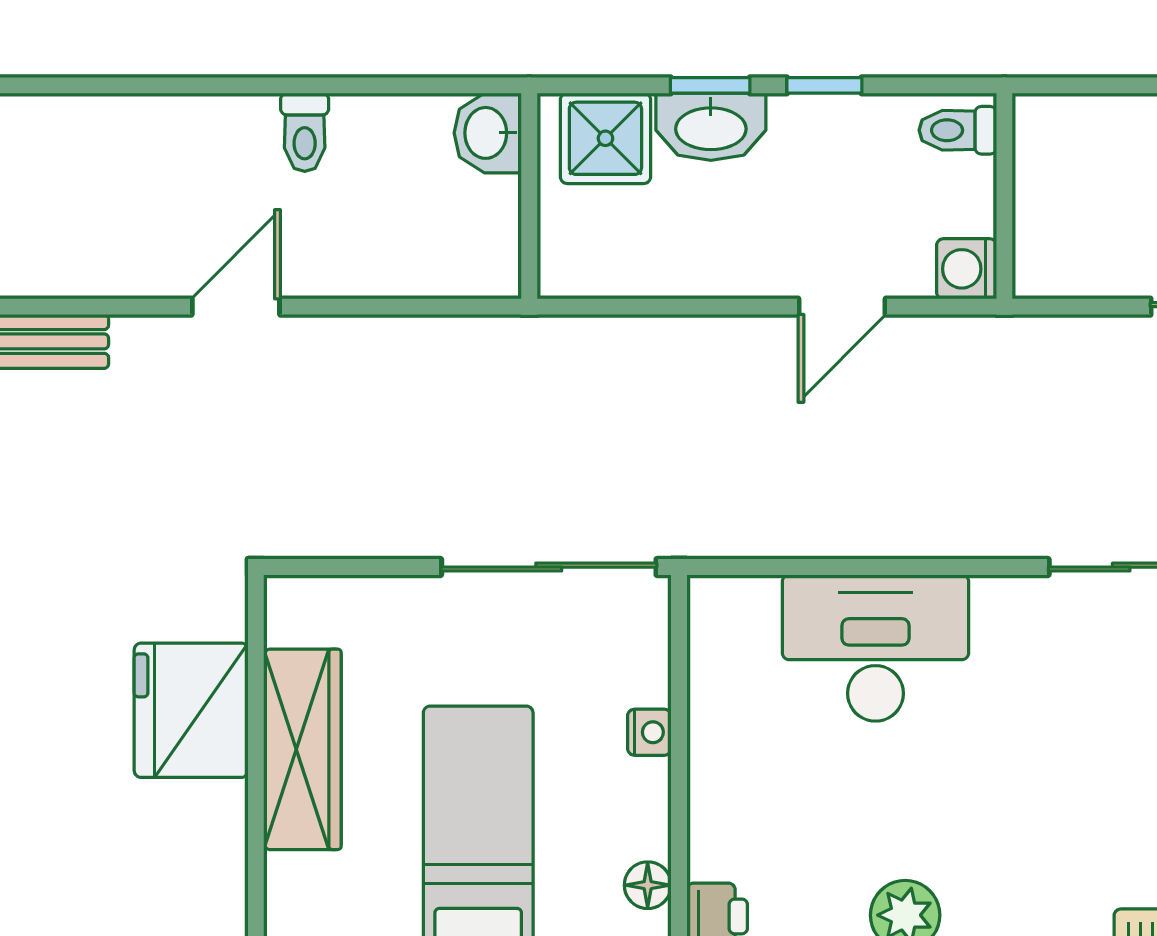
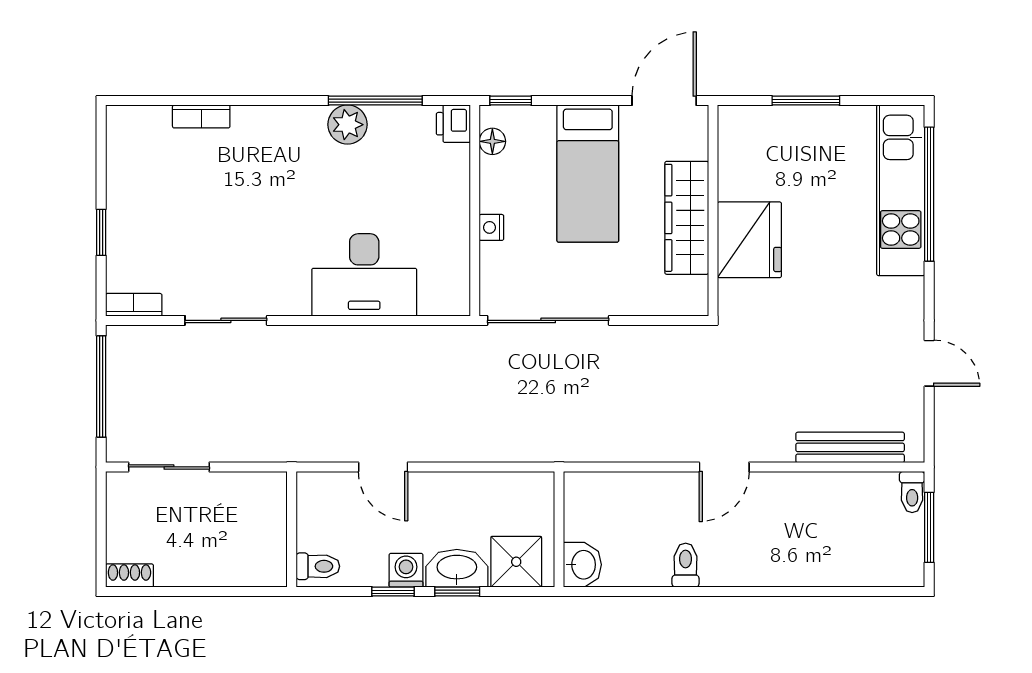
washing machine: (967, 269) -> (406, 570), moved, turned -90
door: (842, 307) -> (383, 467), swing flipped

